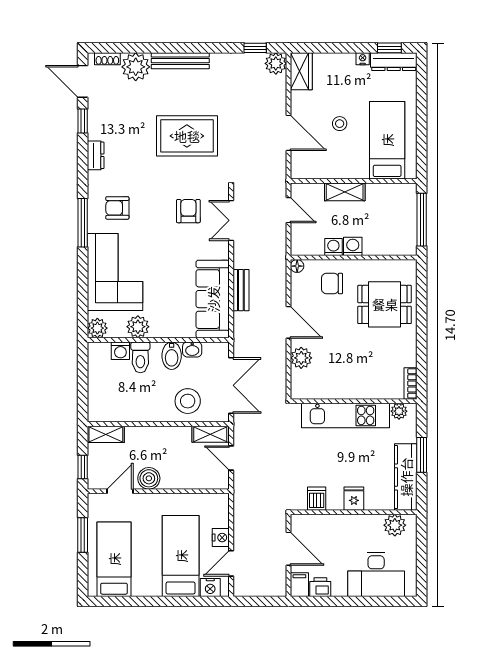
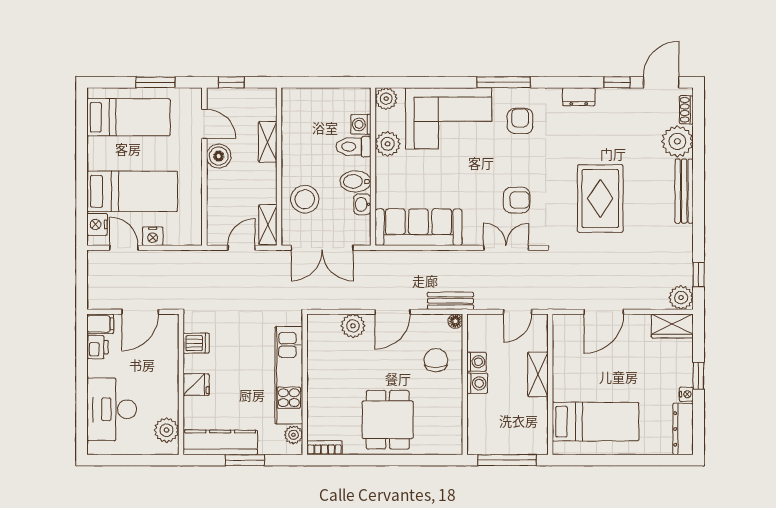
window: (389, 48) -> (698, 376), moved
stool: (340, 124) -> (614, 369), removed
bench: (241, 290) -> (450, 301), moved
dining table: (385, 304) -> (388, 420), moved
shelving: (106, 434) -> (268, 142), moved

